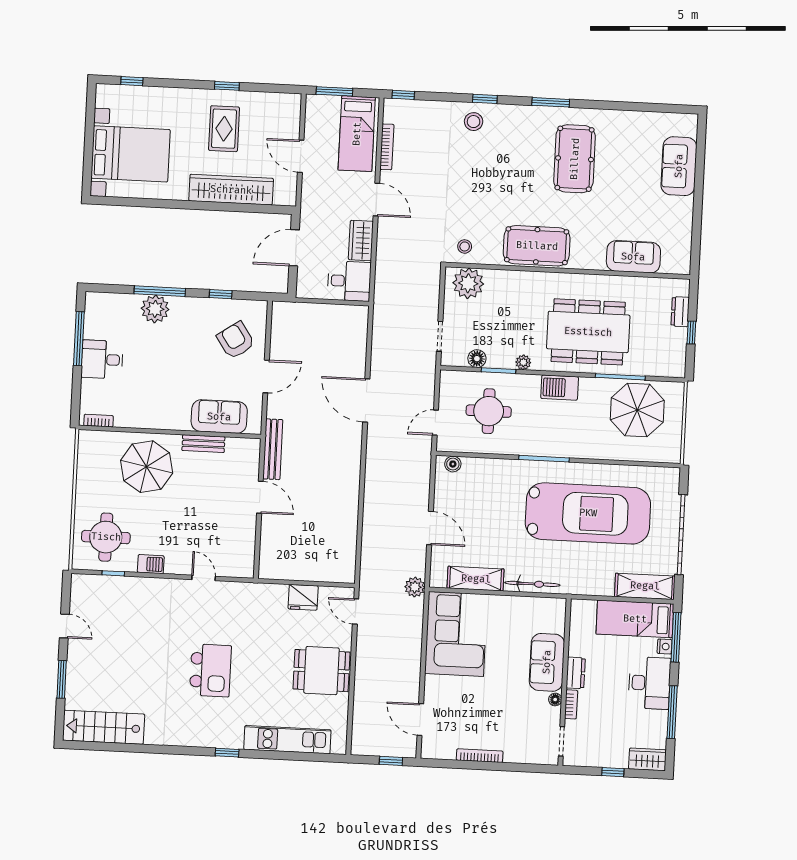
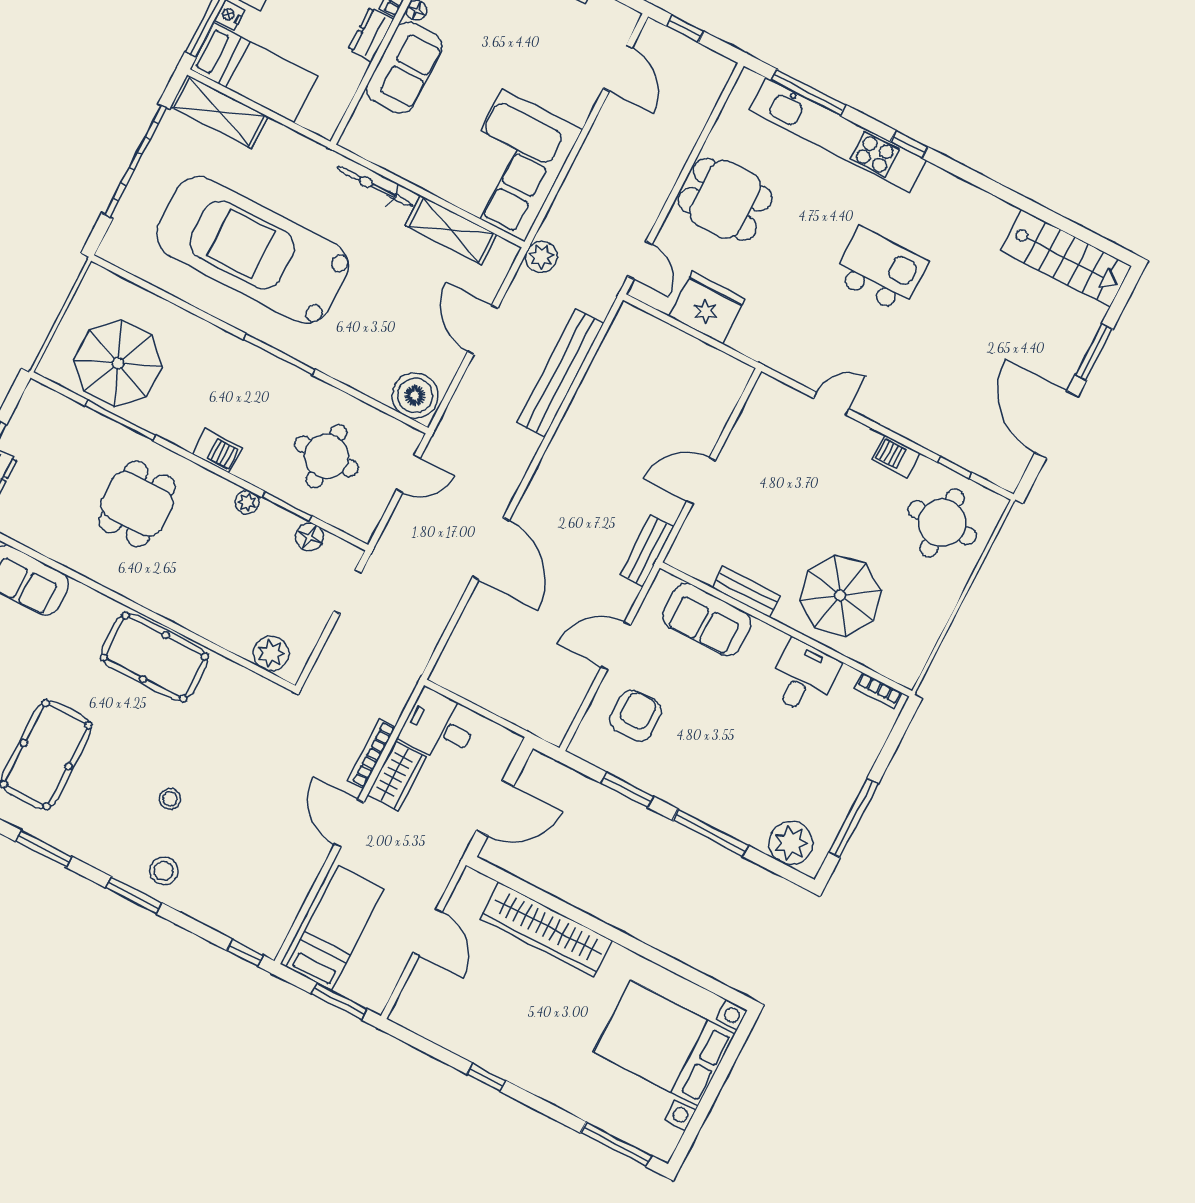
window: (132, 81) -> (616, 1144), width x2.17
window: (485, 99) -> (134, 895), width x1.50
rug: (224, 129) -> (517, 1019), removed
bookcase: (387, 147) -> (372, 754), moved
stool: (465, 246) -> (170, 799), moved
plant: (468, 283) -> (271, 654), width x0.73, depth x0.73
window: (221, 294) -> (627, 790), width x1.50
plant: (155, 309) -> (791, 843), moved
dining table: (588, 332) -> (137, 504), width x0.53, depth x0.80
armchair: (236, 340) -> (635, 716), turned -146
desk: (102, 359) -> (803, 677), moved, turned -90
barbecue: (560, 388) -> (217, 451), width x0.73, depth x0.79
bench: (273, 449) -> (647, 551), width x0.73
boiler: (453, 464) -> (415, 395), width x1.86, depth x1.86
door: (260, 497) -> (701, 481), hinge flipped
bench: (372, 523) -> (560, 373), added
door: (204, 578) -> (831, 404), swing flipped
fridge: (303, 597) -> (707, 308), width x1.36, depth x1.34
door: (64, 626) -> (1056, 425), width x1.87
kitchen island: (210, 670) -> (880, 270), turned 90
kitchen unit: (287, 740) -> (838, 135), width x1.36
window: (301, 756) -> (808, 92), added

